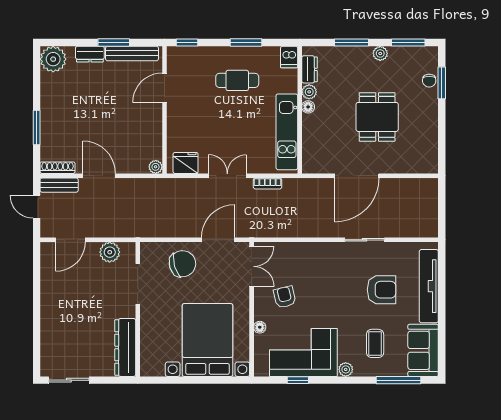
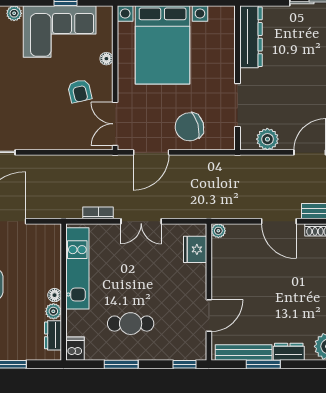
fridge: (186, 163) -> (195, 249), moved, turned 90

